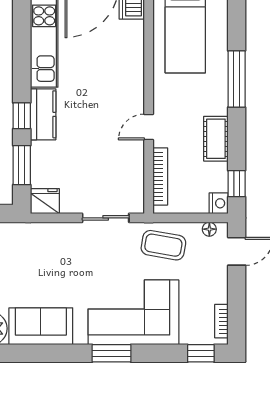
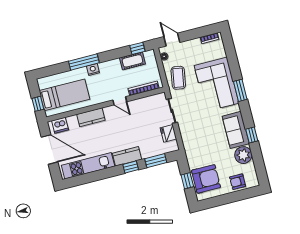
kitchen counter: (132, 66) -> (91, 117), added
cot: (216, 139) -> (132, 61), moved
fridge: (45, 201) -> (168, 133), moved
nightstand: (219, 203) -> (93, 69), moved
window: (201, 353) -> (252, 135), moved

